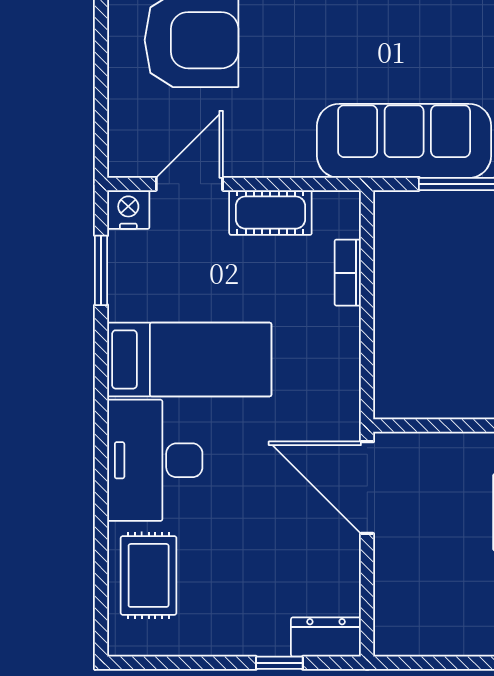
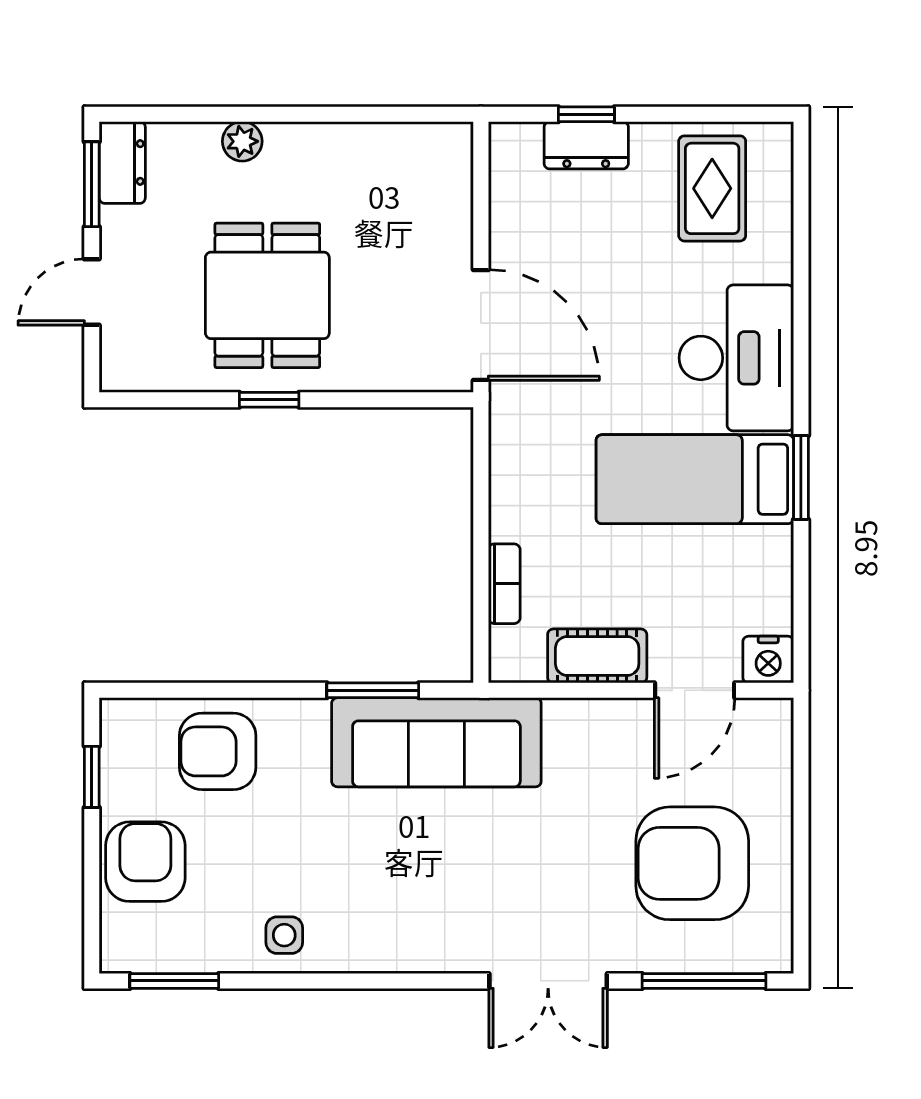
window: (101, 270) -> (801, 477), moved
rug: (149, 575) -> (712, 188), moved
dresser: (326, 637) -> (586, 145), moved

